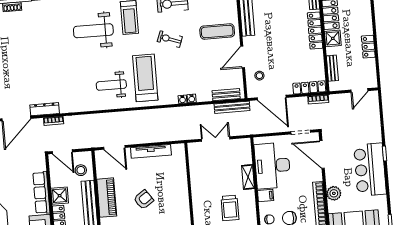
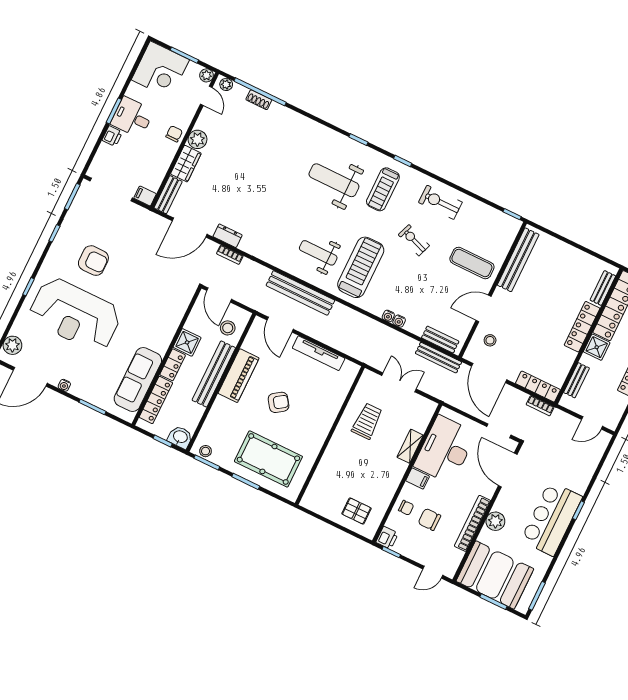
dresser: (45, 109) -> (228, 236), width x0.70
bench: (115, 118) -> (300, 293), added
row of seats: (41, 193) -> (169, 327), removed
trolley: (230, 208) -> (367, 421), moved, turned 180

